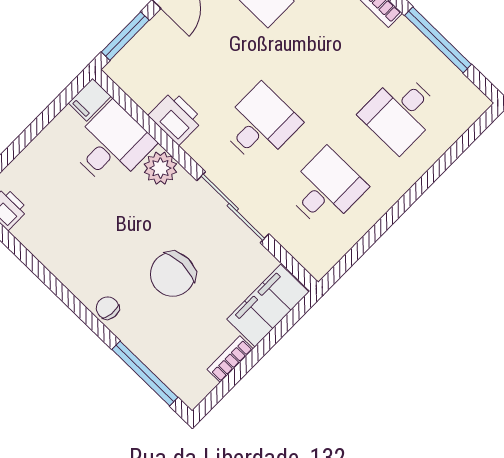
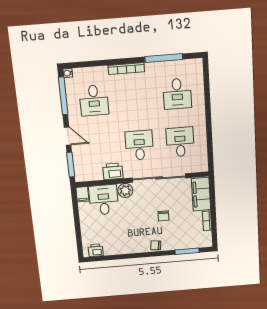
sliding door: (233, 207) -> (159, 178), width x1.36
chair: (173, 274) -> (163, 216), width x0.54, depth x0.54
window: (145, 373) -> (187, 251), width x0.69

